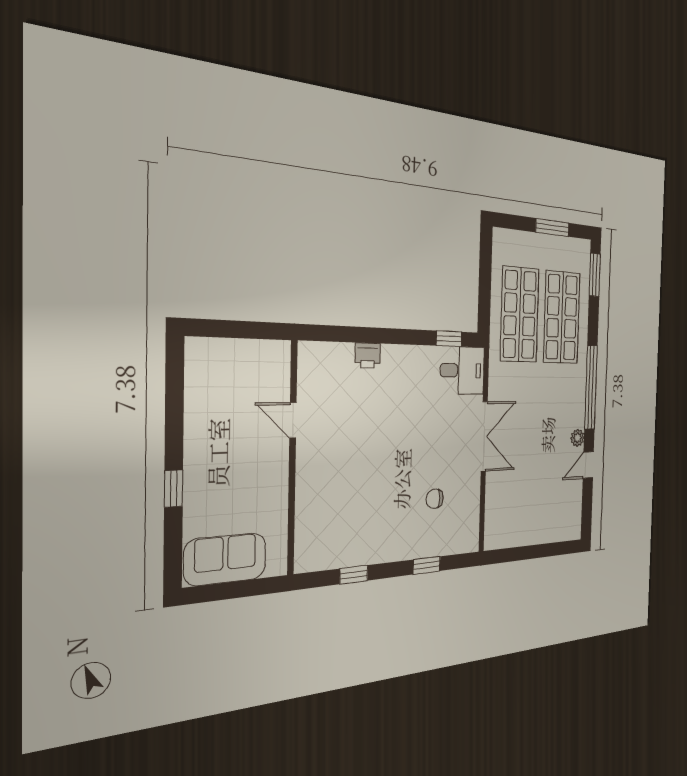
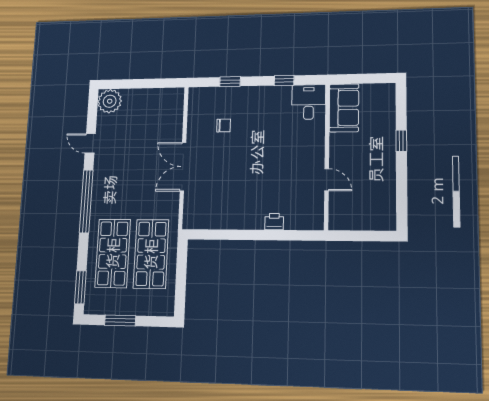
window: (449, 339) -> (211, 235), removed
desk: (462, 370) -> (309, 102), moved, turned 90
plant: (577, 438) -> (110, 101), moved, width x1.88, depth x1.88
door: (588, 465) -> (90, 143), swing flipped
sofa: (225, 559) -> (344, 108), moved, turned -90

